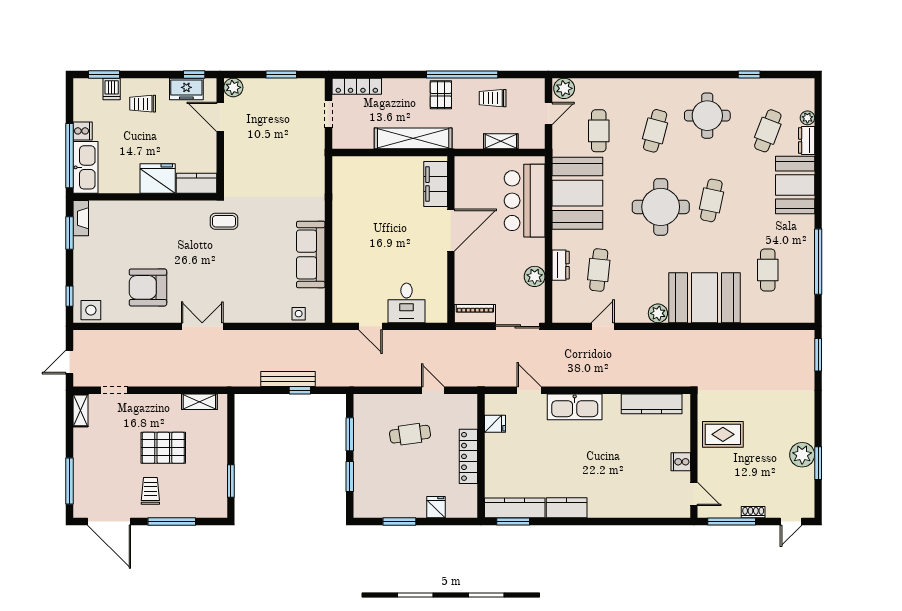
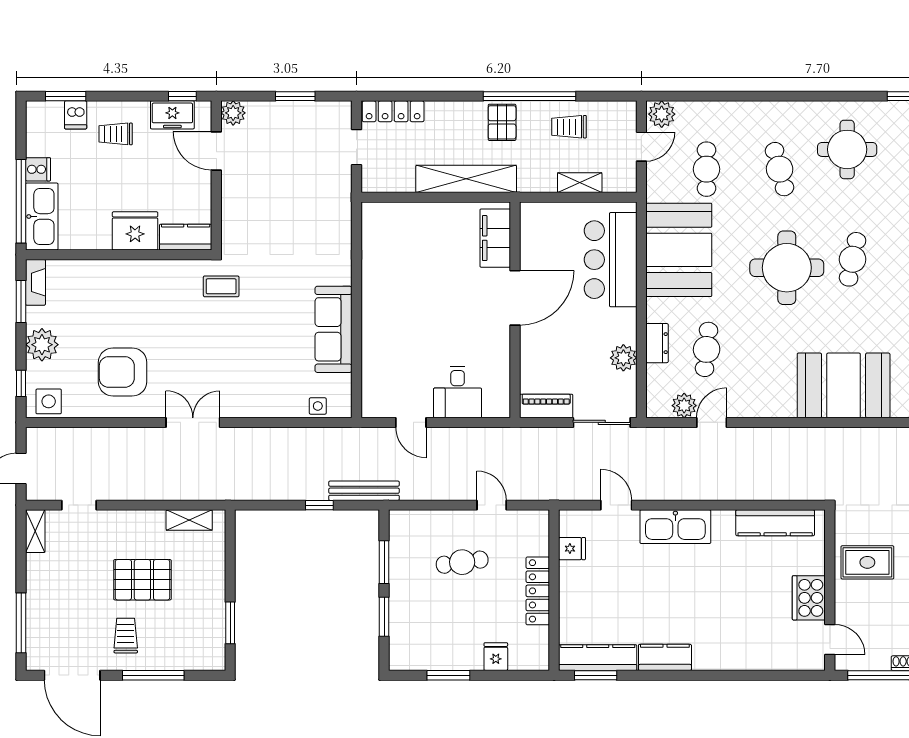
cafe table: (655, 131) -> (780, 169), turned -30
plant: (86, 266) -> (42, 345), added
plant: (658, 313) -> (684, 406), moved
bench: (288, 379) -> (364, 491), moved
cooker: (681, 462) -> (809, 598), width x1.87, depth x1.31

